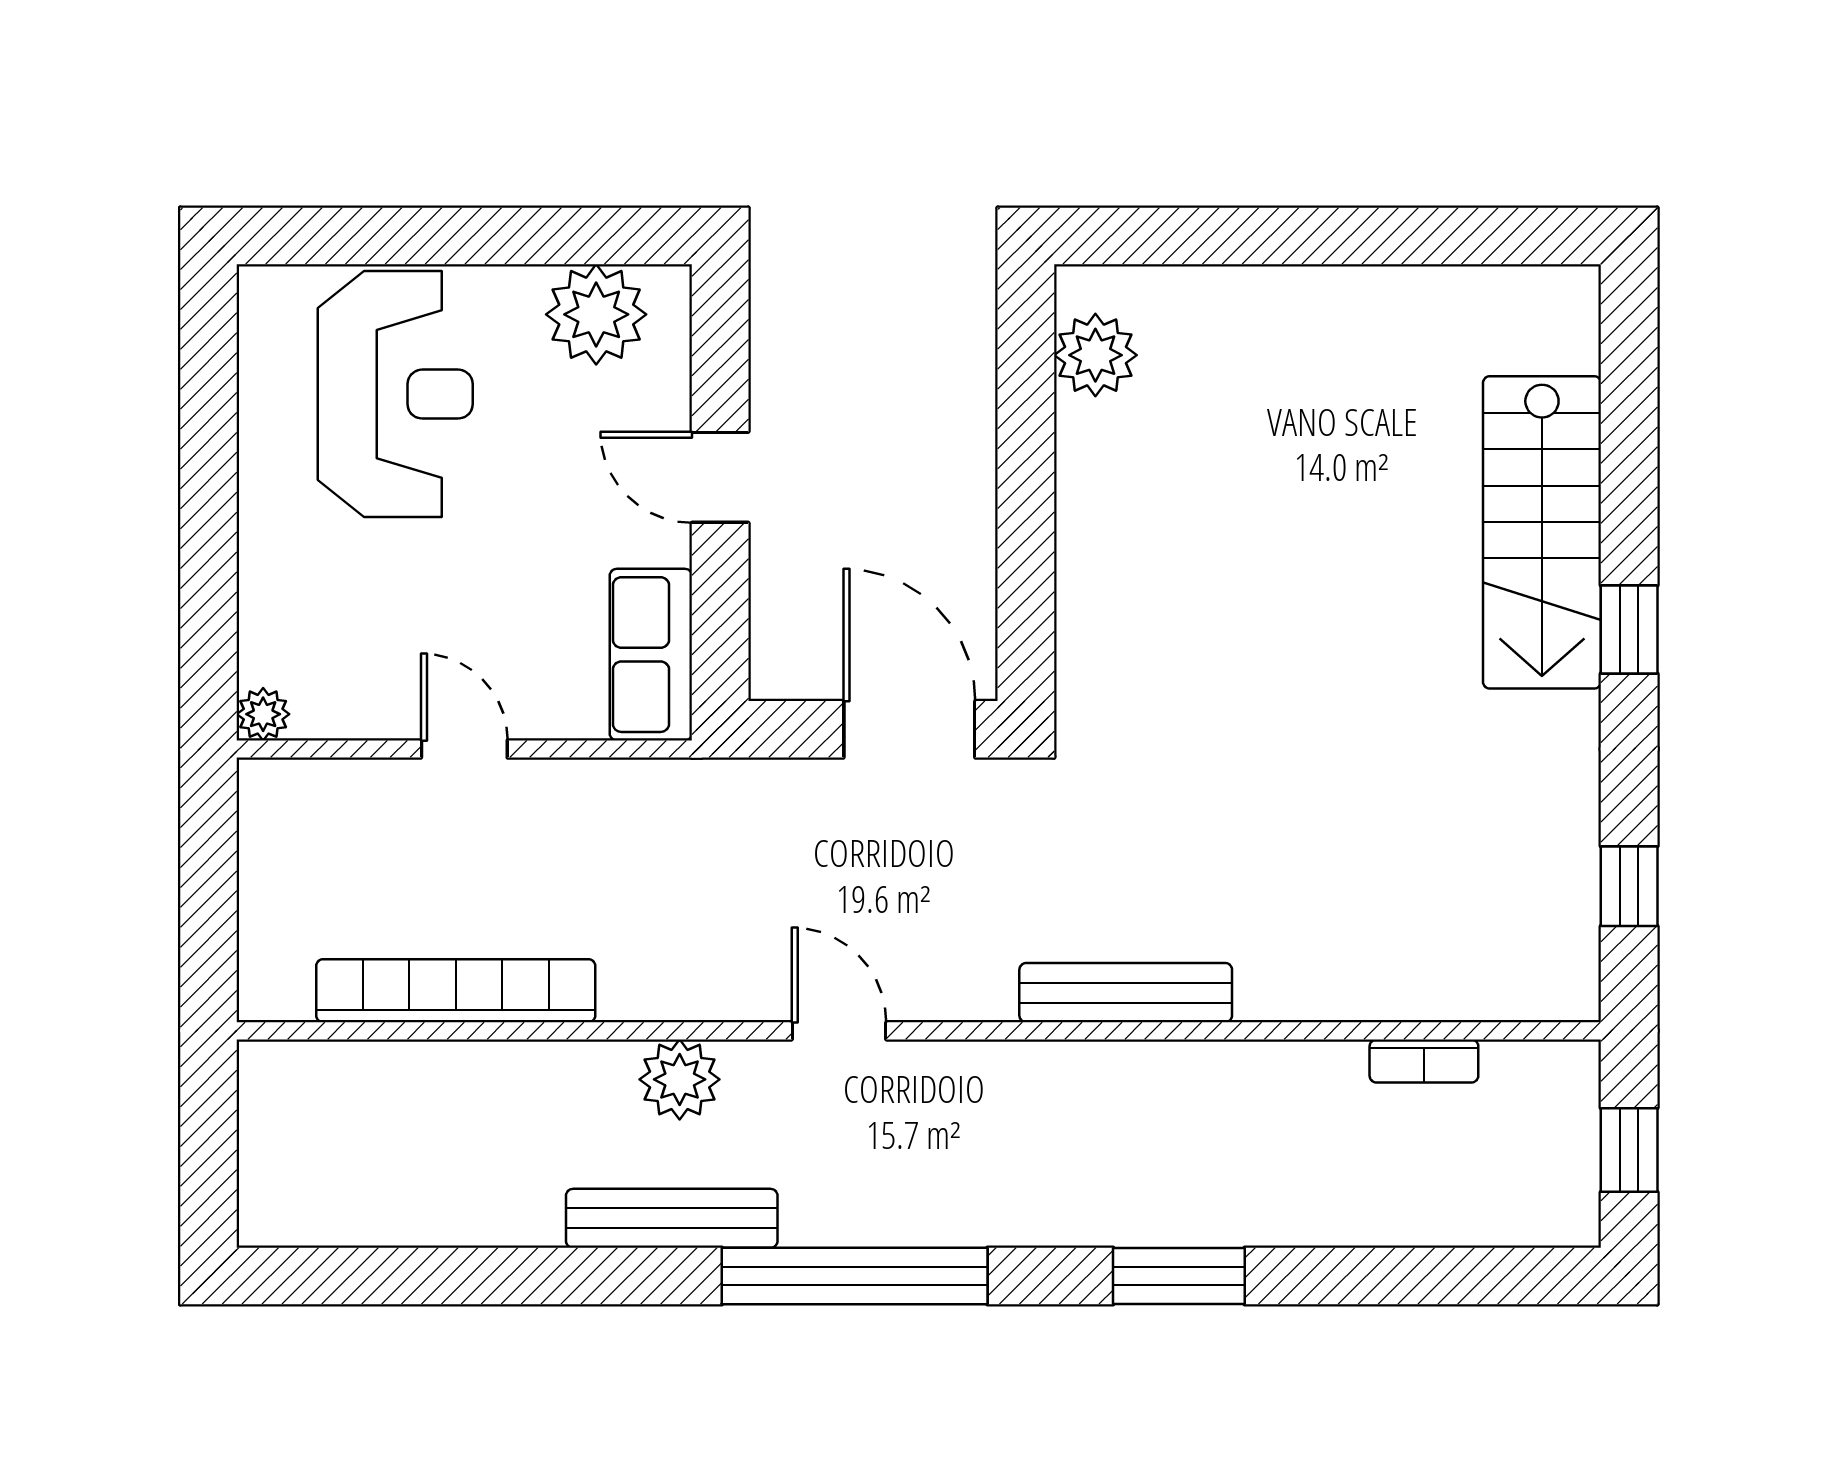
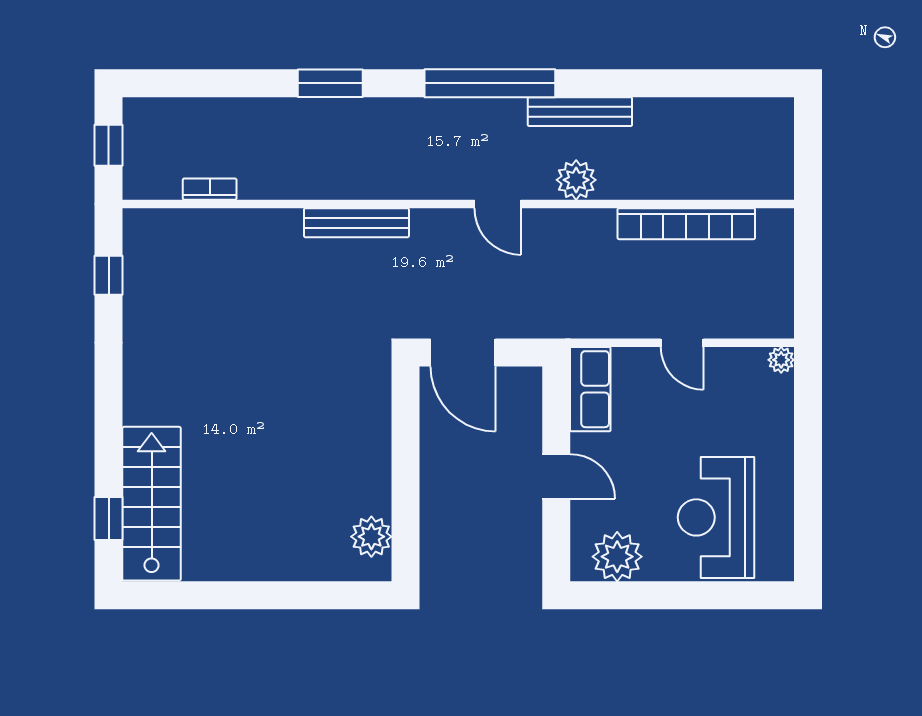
stairs: (1542, 532) -> (152, 504), moved
window: (1629, 629) -> (109, 519), moved

